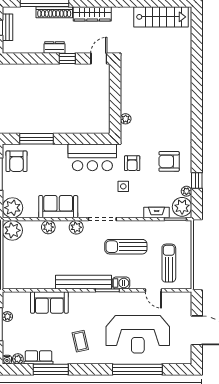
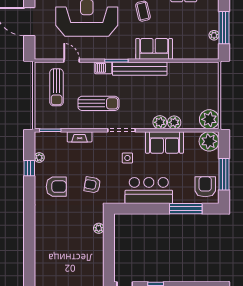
bar counter: (92, 157) -> (149, 191), moved
armchair: (132, 163) -> (92, 185), turned -80
side table: (123, 186) -> (127, 158), moved
plant: (182, 207) -> (44, 142), removed
fireplace: (157, 212) -> (80, 137), moved
plant: (76, 227) -> (160, 122), moved
sofa: (49, 302) -> (154, 49), moved

